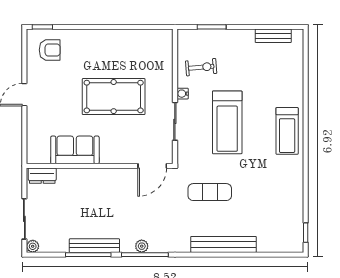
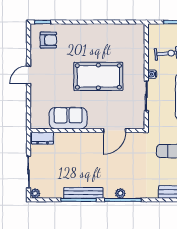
door: (152, 166) -> (115, 131), moved

